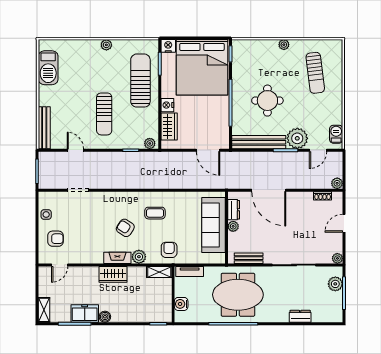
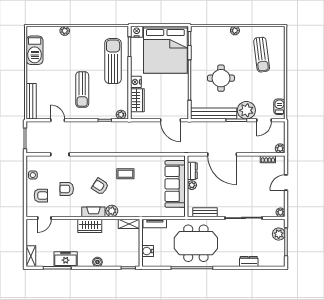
plant: (106, 45) -> (65, 31), moved
armchair: (169, 250) -> (67, 189), moved, turned -90
boiler: (105, 317) -> (97, 262), moved

